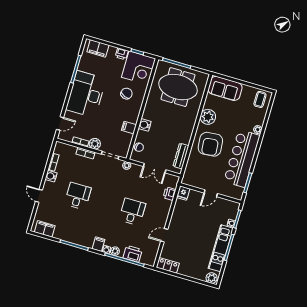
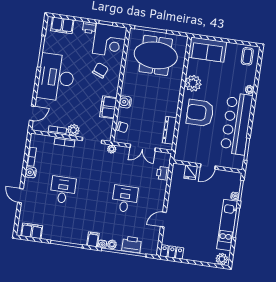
filing cabinet: (129, 128) -> (108, 107), width x2.00
armchair: (210, 144) -> (200, 113), turned 95
fridge: (183, 193) -> (191, 172), moved

